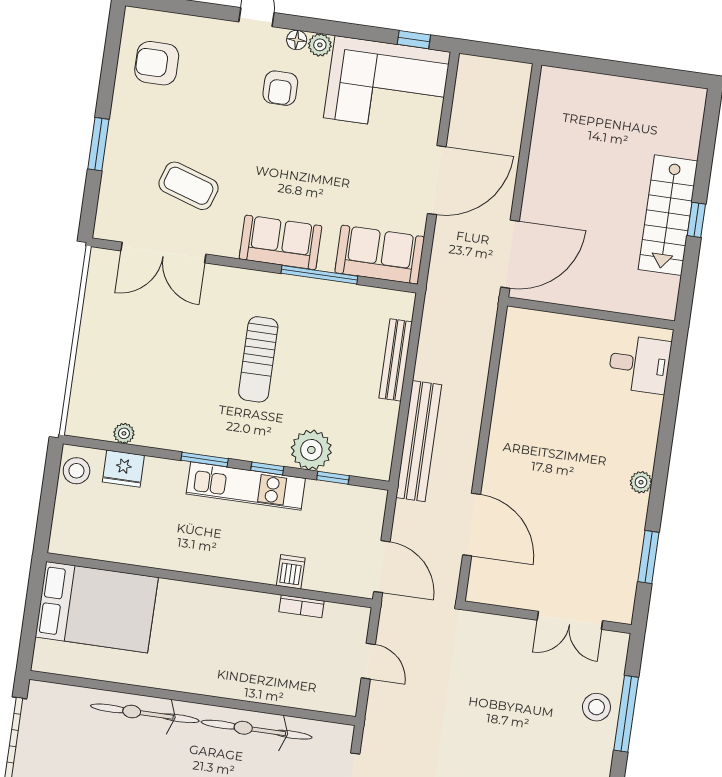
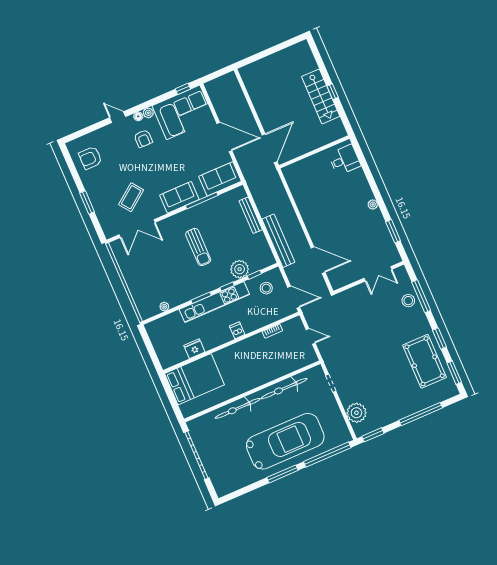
door: (437, 180) -> (224, 137), hinge flipped
coffee table: (189, 186) -> (131, 197), turned -55
fridge: (123, 469) -> (194, 349), moved, turned 180
stool: (76, 471) -> (266, 288), moved
kitchen unit: (246, 486) -> (214, 302), width x1.36
dishwasher: (291, 572) -> (237, 330), moved

